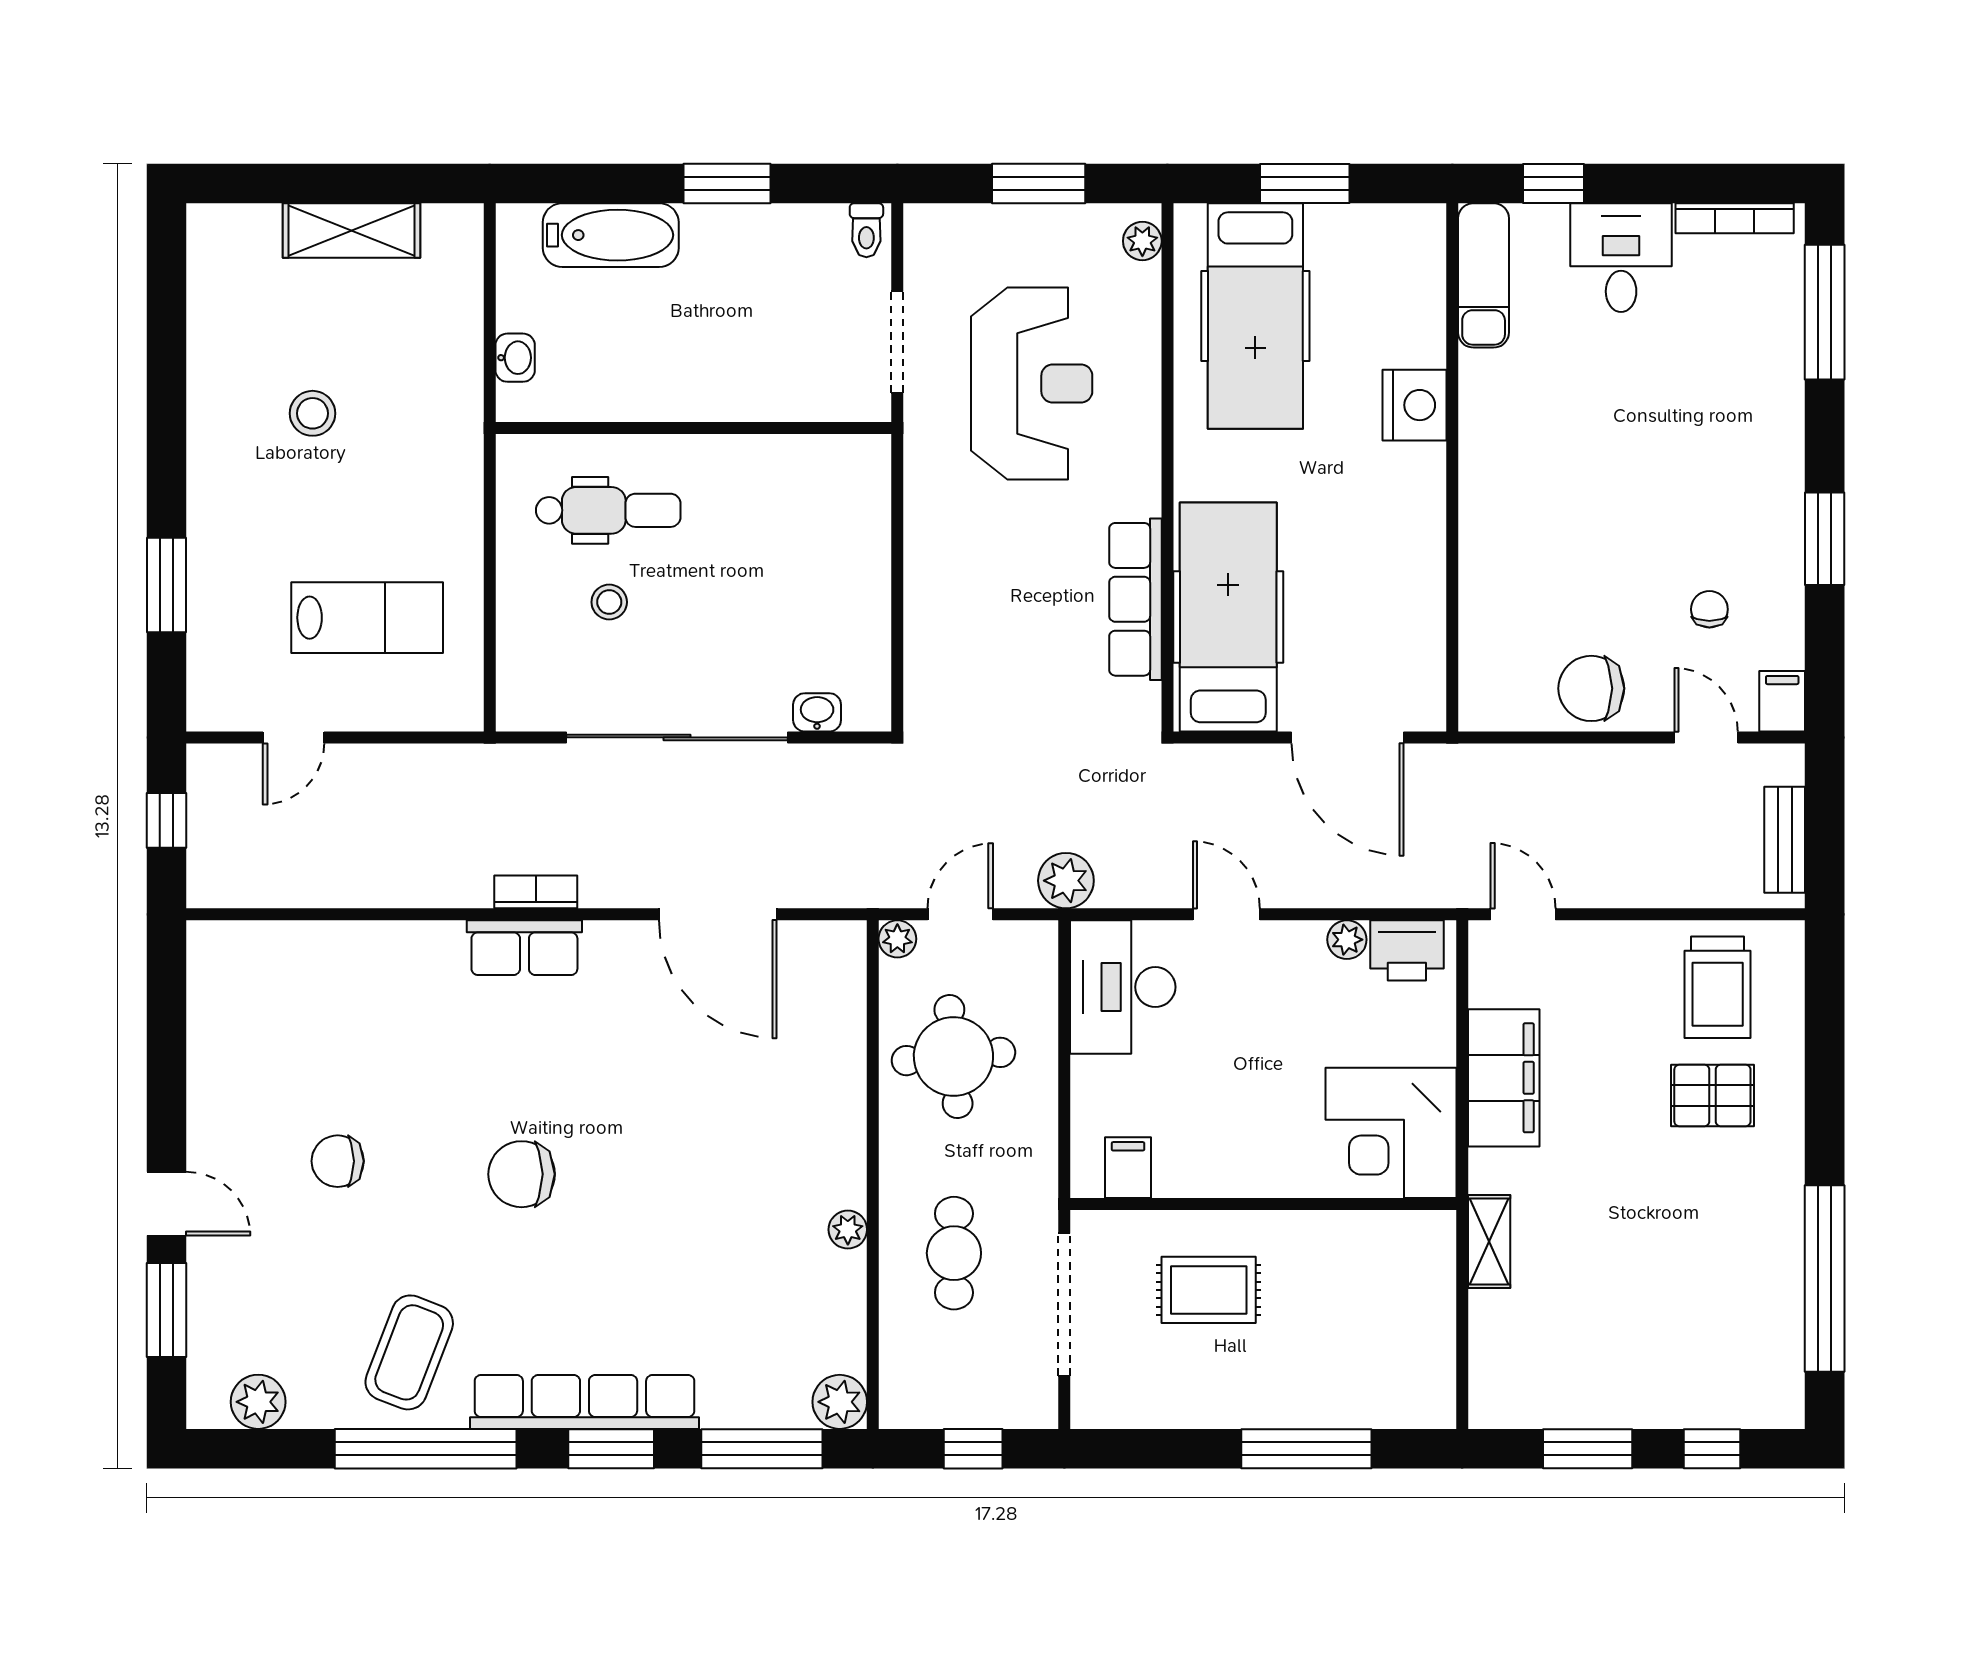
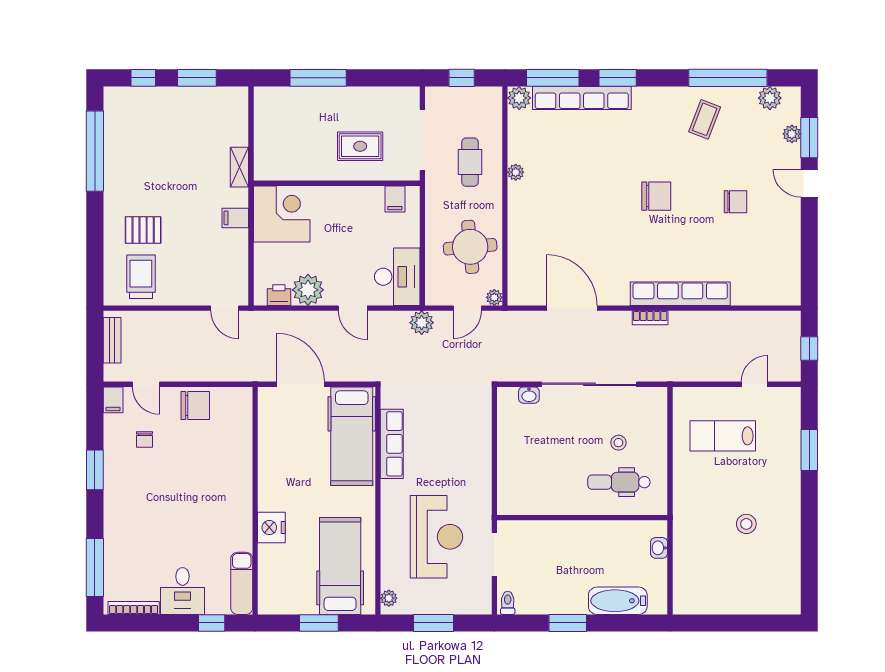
shelving: (351, 231) -> (730, 603), removed
reception desk: (1032, 384) -> (436, 537), turned 180
plant: (1347, 940) -> (308, 290), width x1.88, depth x1.88
row of seats: (524, 948) -> (680, 294), width x2.02
printer: (1407, 950) -> (279, 295), width x0.73, depth x0.81
filing cabinet: (1504, 1078) -> (235, 218), width x0.33, depth x0.86
plant: (207, 1318) -> (792, 134), added
coffee table: (409, 1352) -> (705, 119), width x0.73, depth x0.77
row of seats: (584, 1402) -> (582, 98), moved
window: (426, 1449) -> (728, 78), moved

